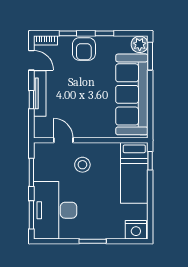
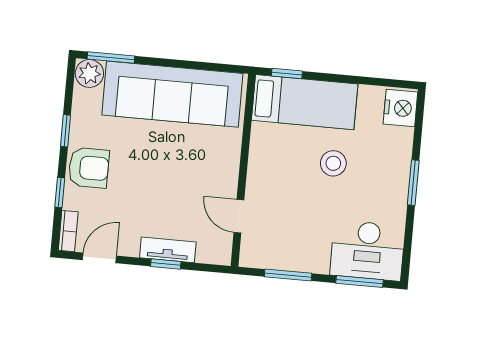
tv unit: (40, 93) -> (168, 250), width x0.71
door: (63, 140) -> (239, 216), hinge flipped
stool: (82, 165) -> (333, 163), moved
desk: (55, 210) -> (368, 250), width x0.73, depth x0.77

